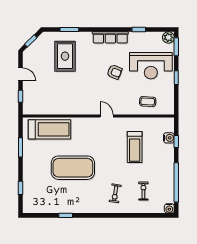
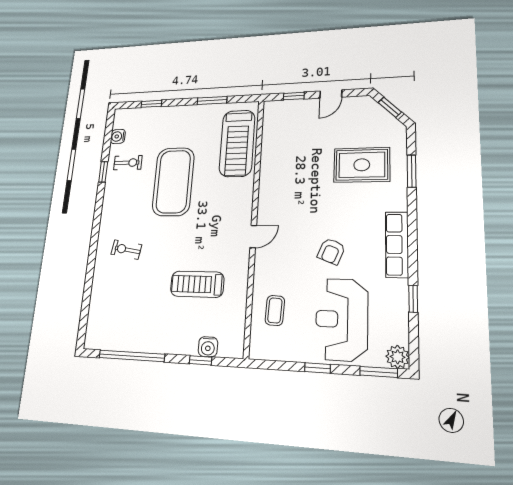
exercise bike: (143, 191) -> (128, 163), moved
water cooler: (169, 208) -> (118, 136), moved

